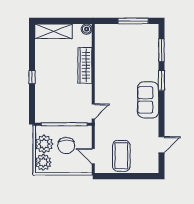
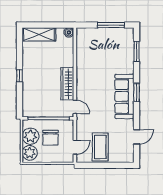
wardrobe: (85, 65) -> (67, 84), moved
window: (161, 80) -> (137, 92), moved
sofa: (148, 100) -> (124, 96), width x1.36
door: (93, 111) -> (75, 107), hinge flipped
door: (93, 156) -> (75, 147), swing flipped

